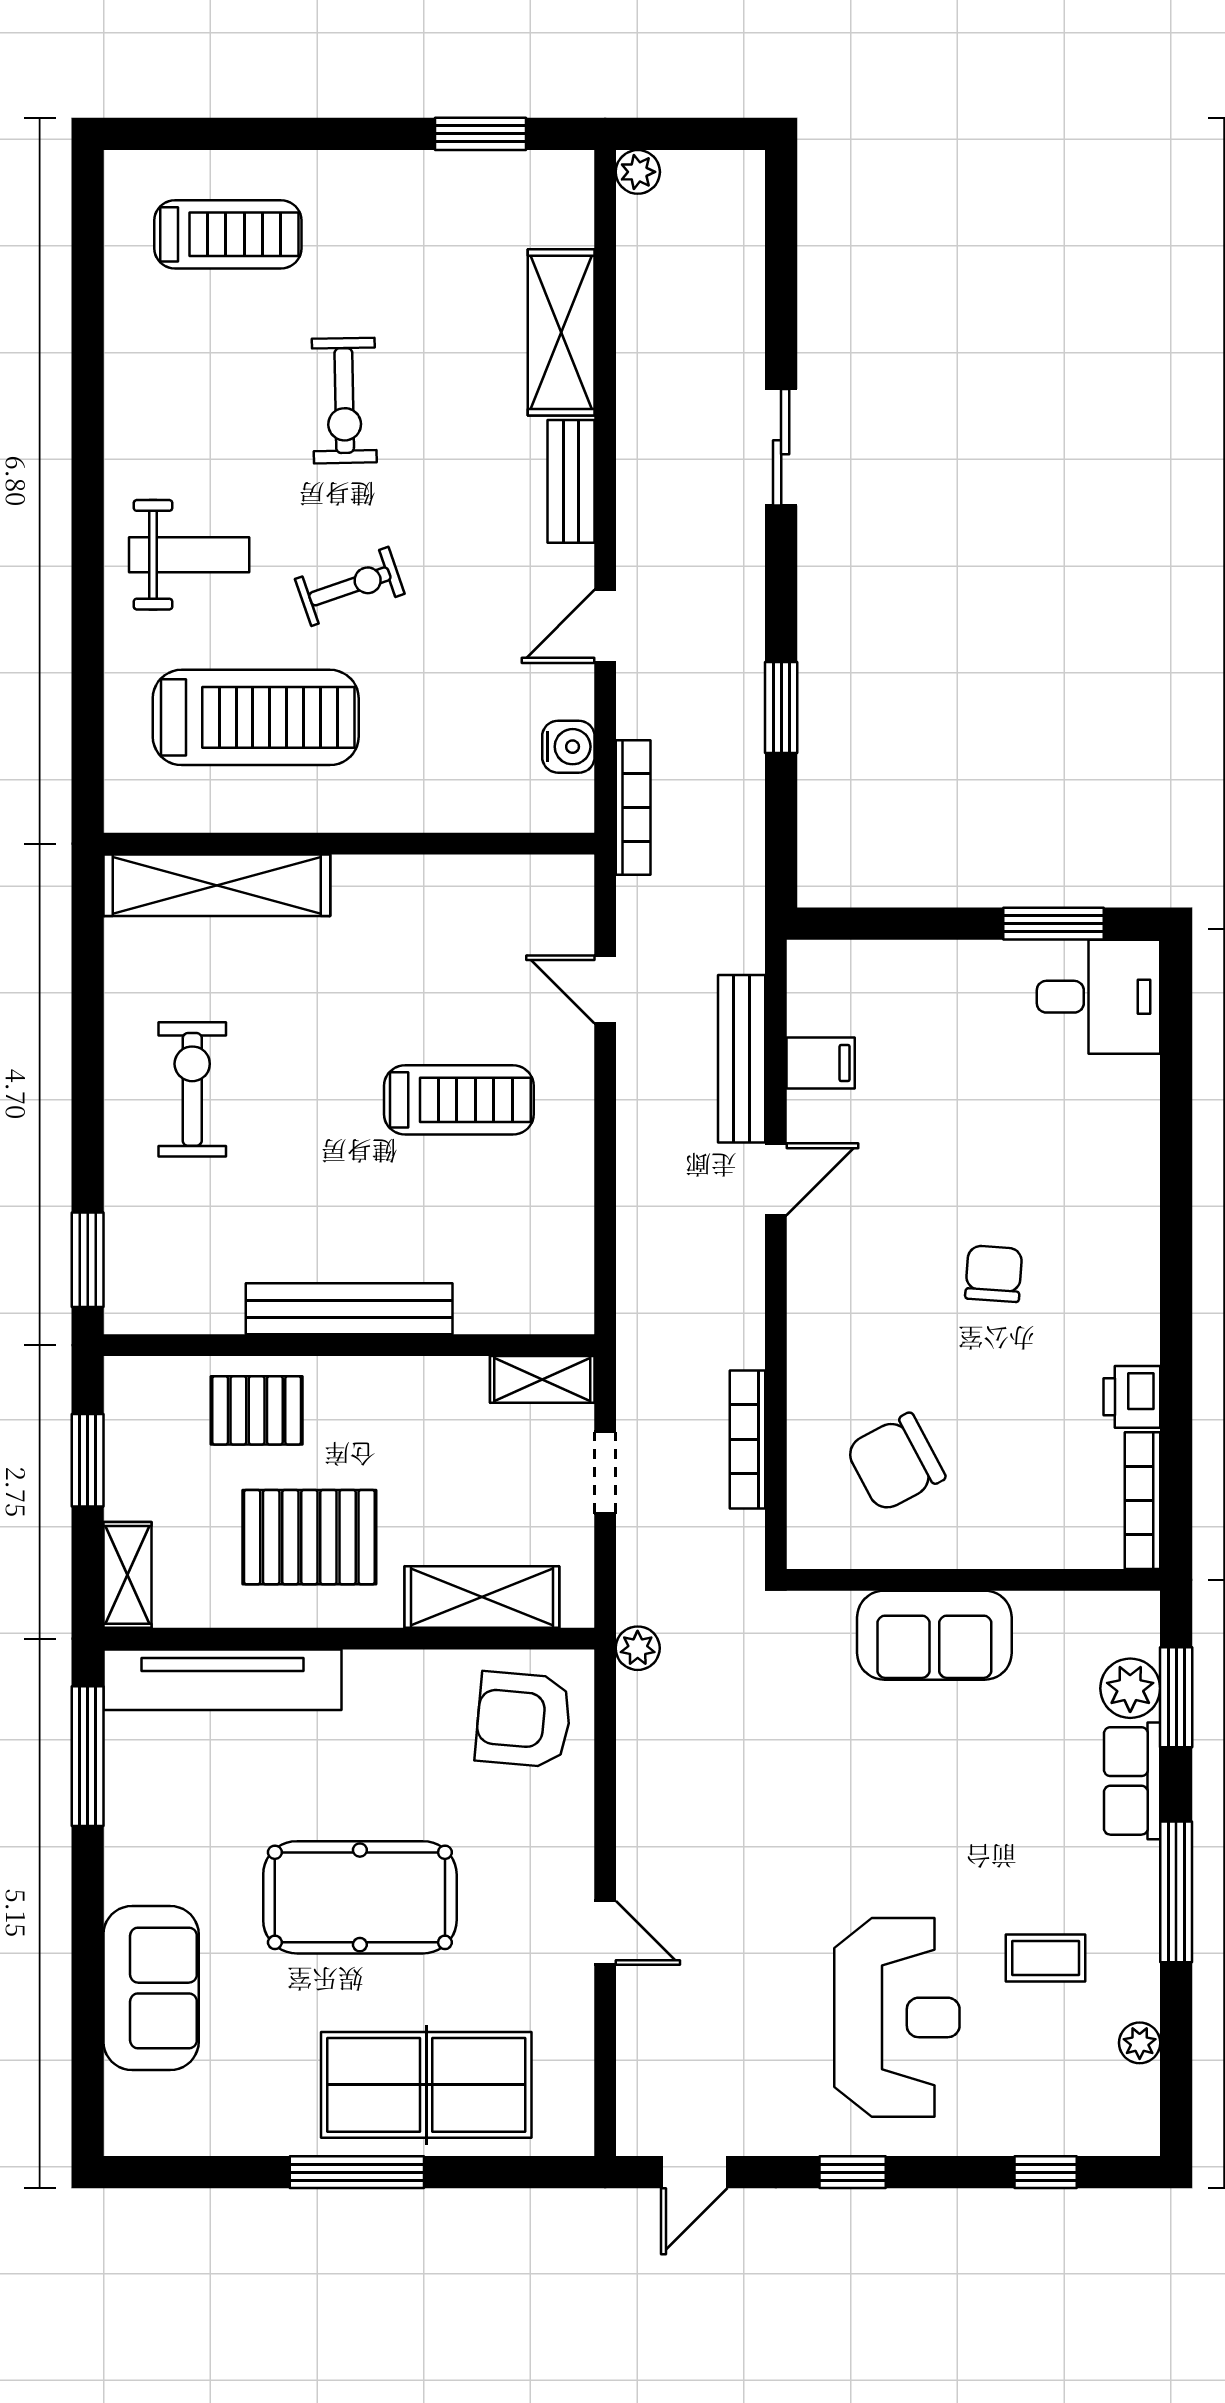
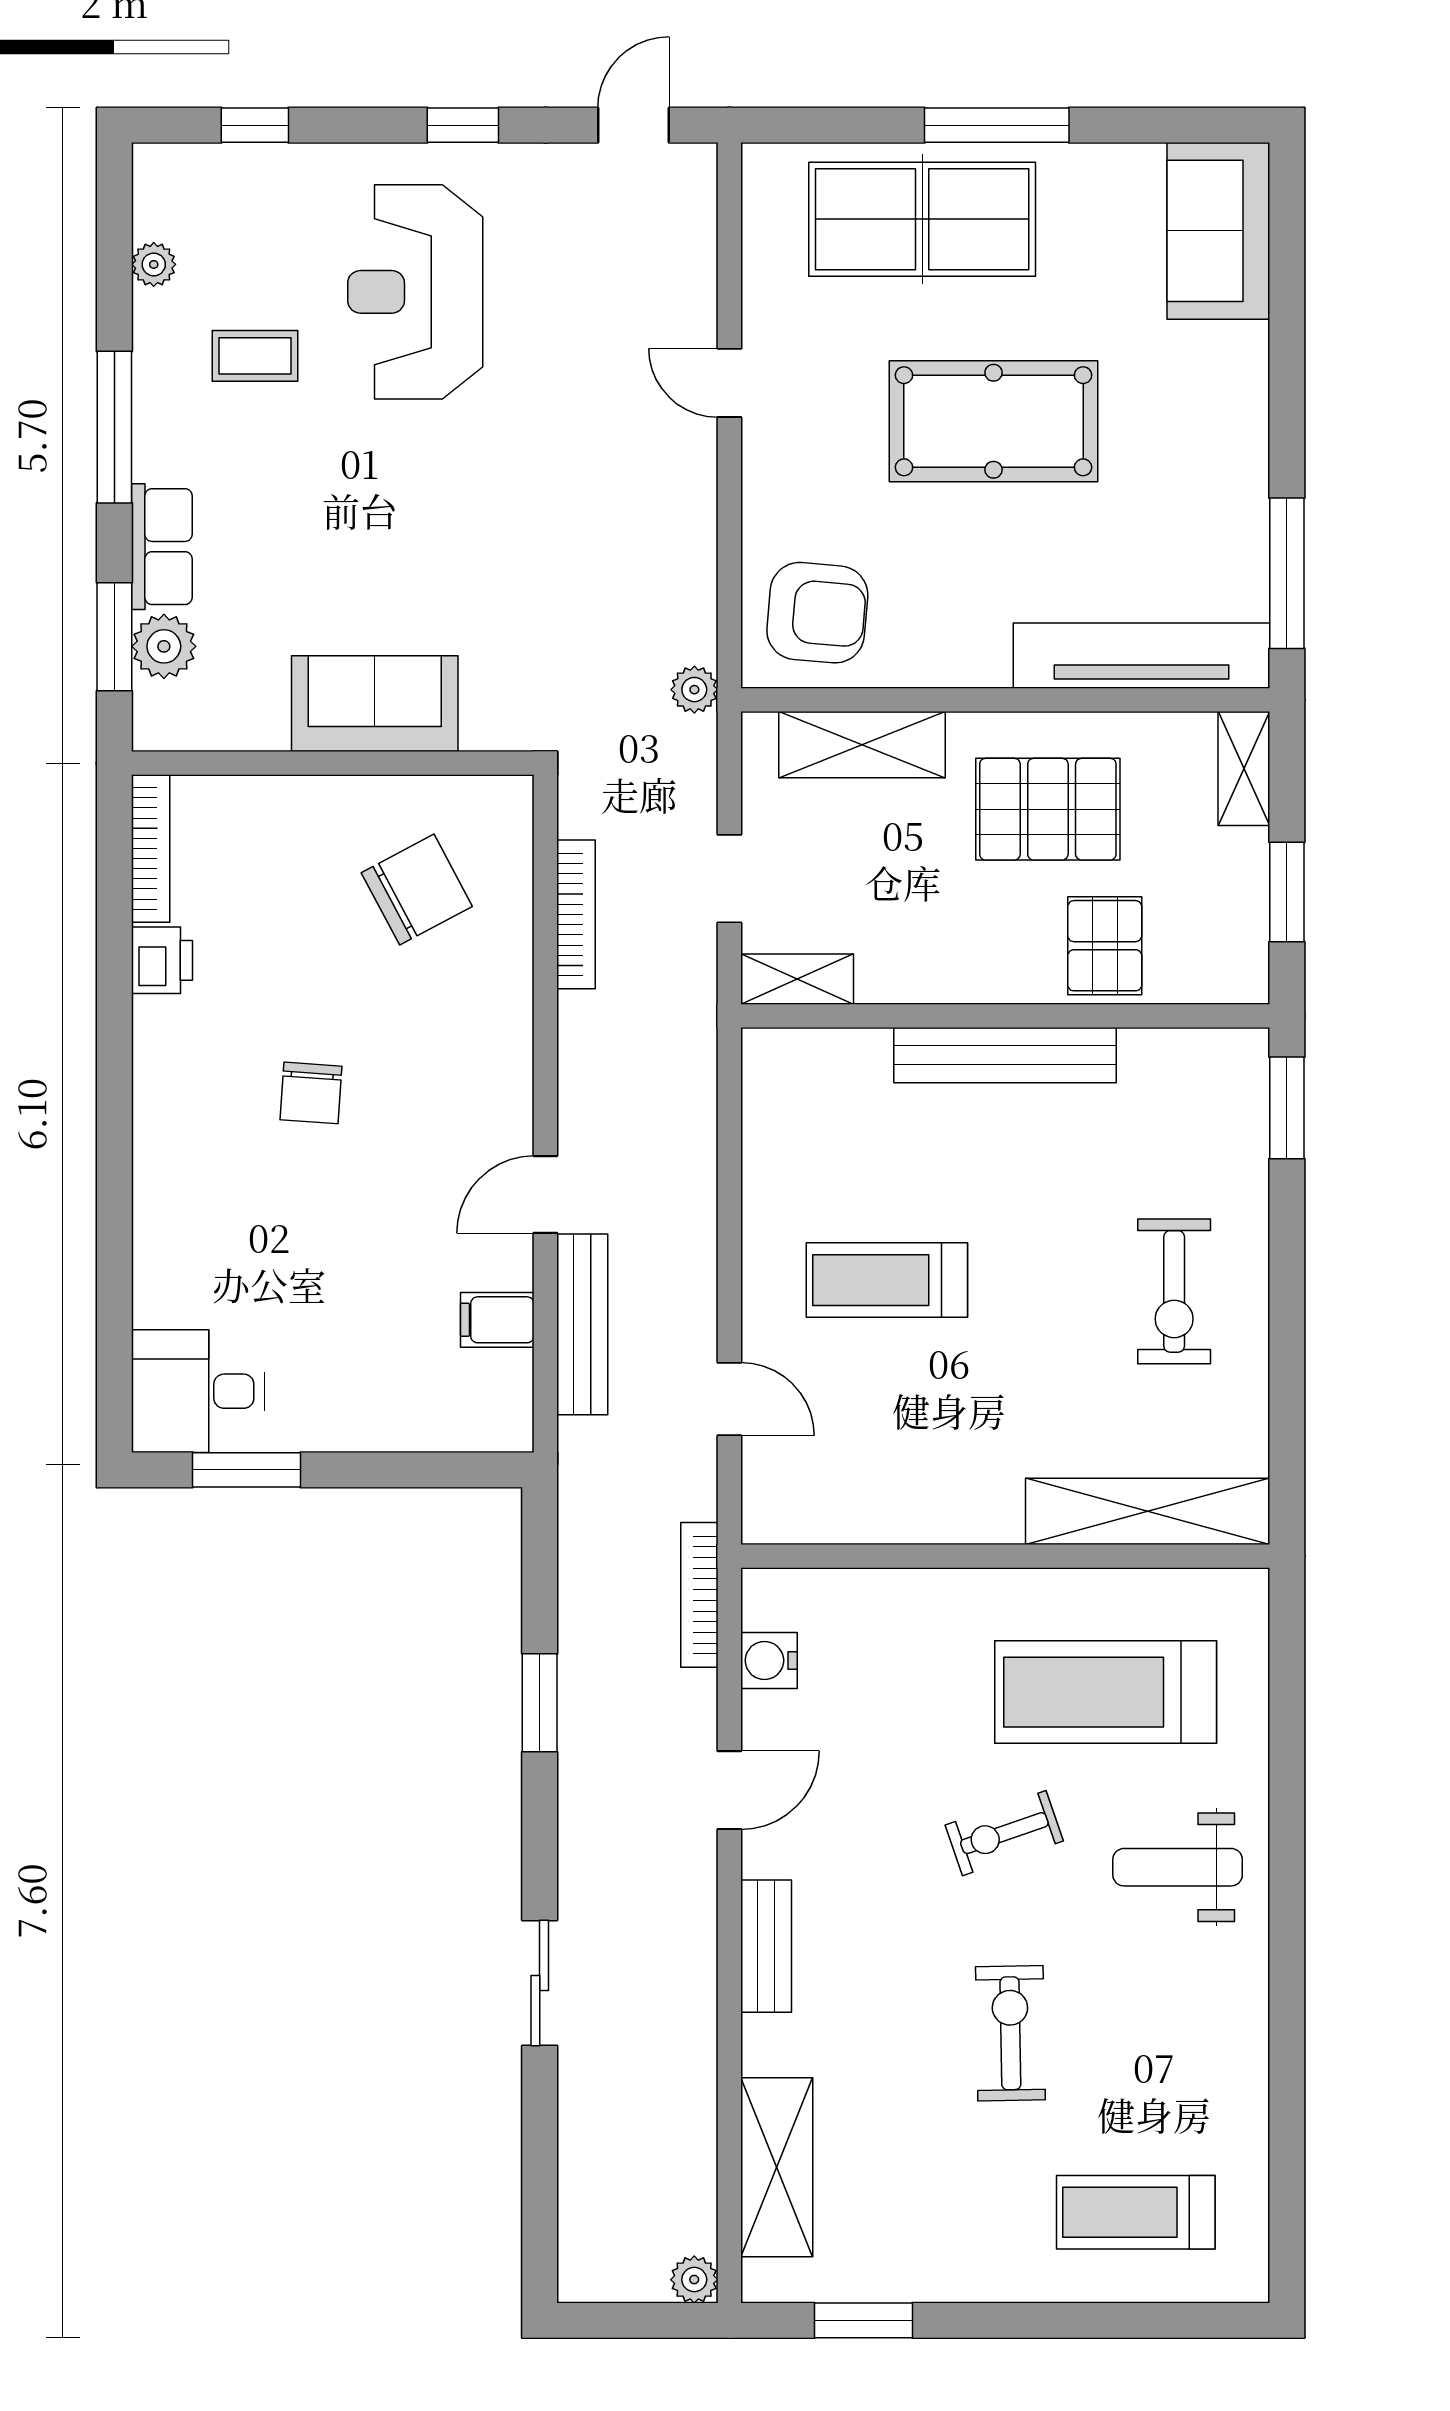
shelving: (561, 332) -> (777, 2167), moved
pallet: (257, 1410) -> (1105, 946), turned 90
sofa: (151, 1988) -> (1218, 231), moved

